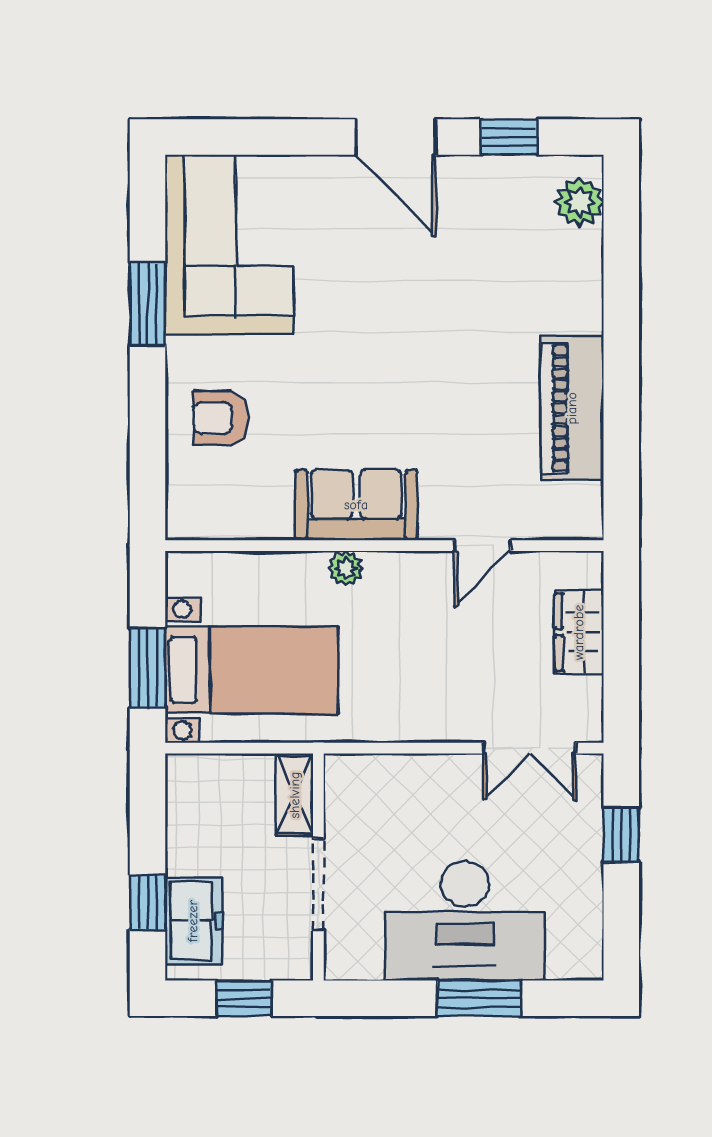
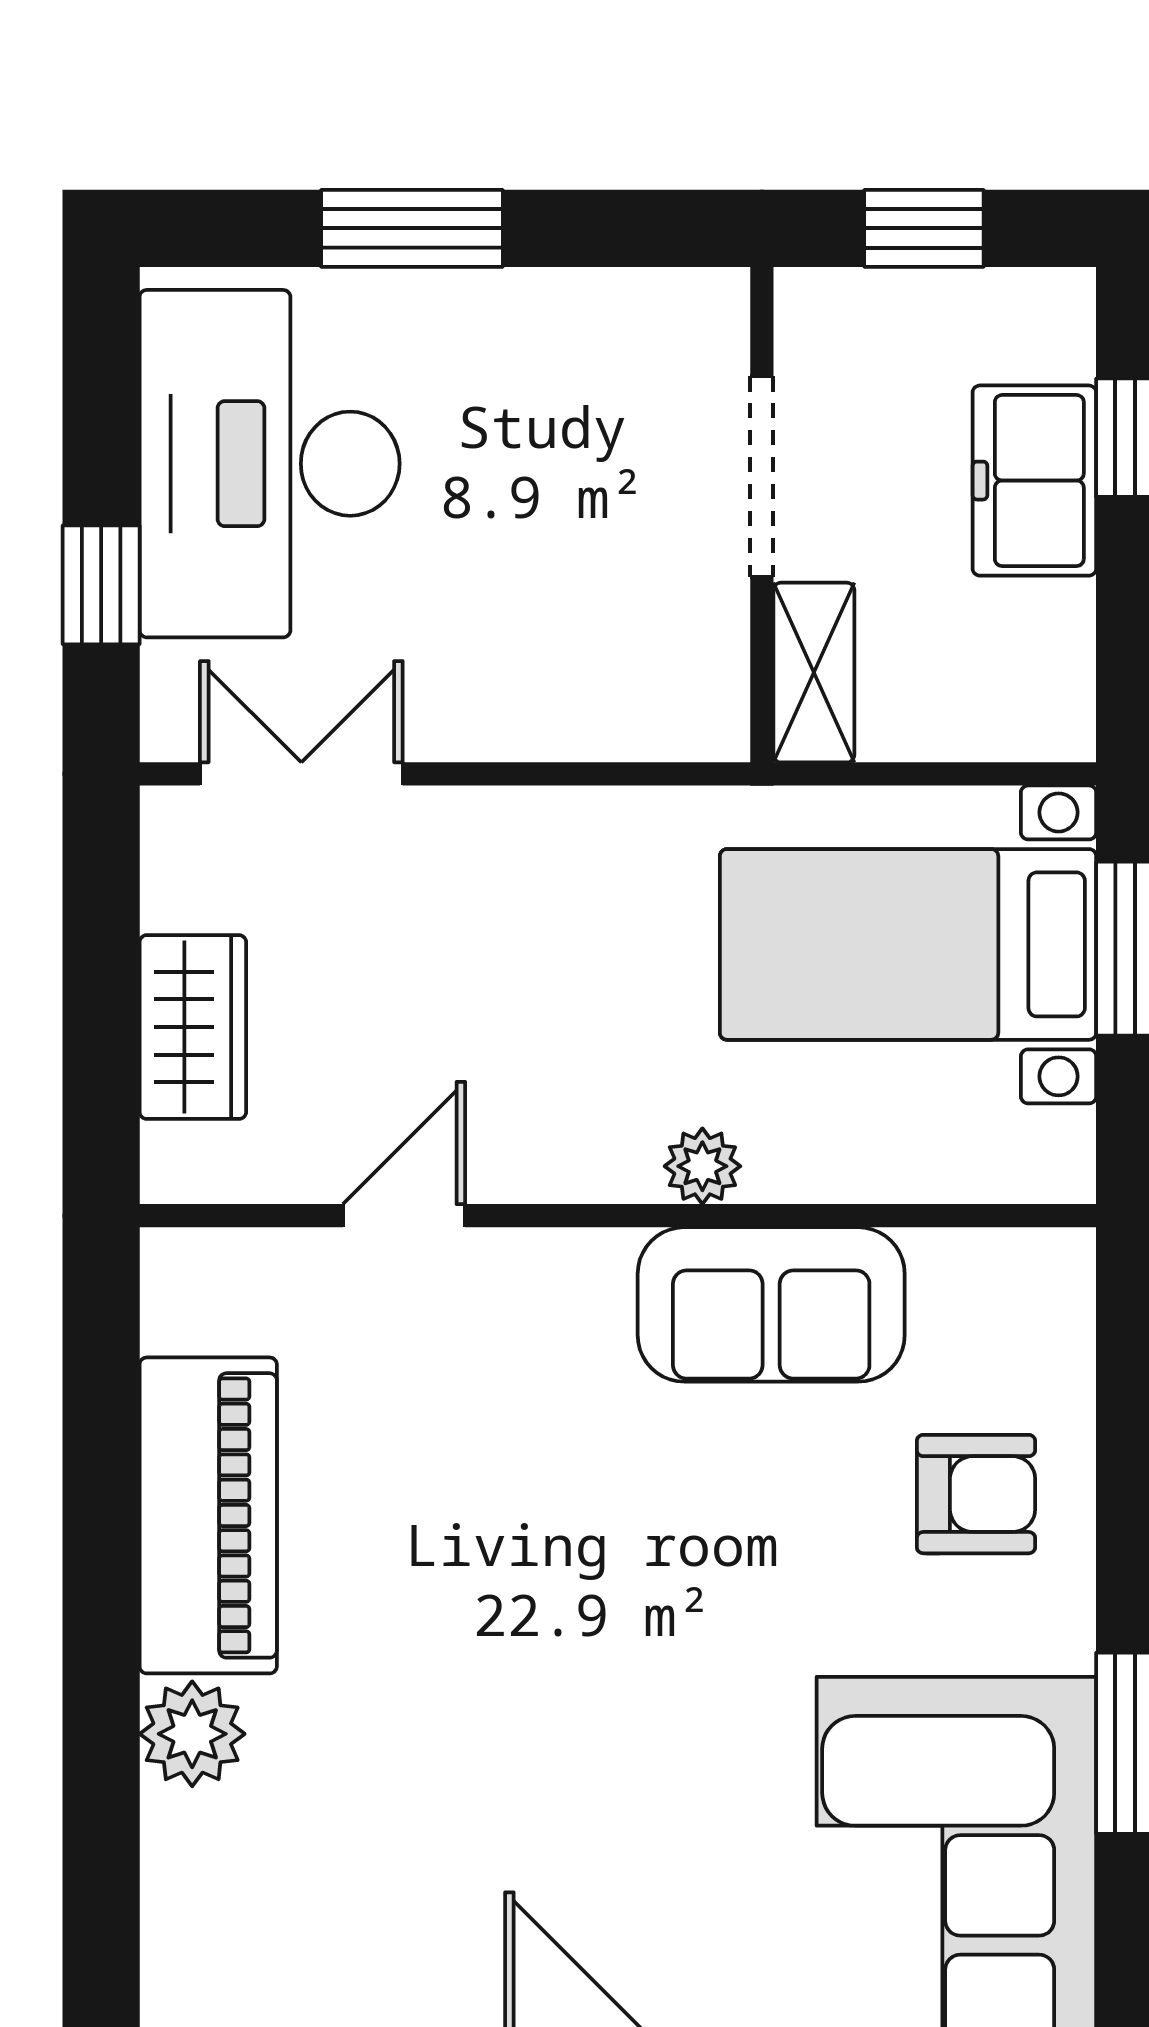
plant: (580, 202) -> (192, 1734), moved
sofa: (356, 505) -> (771, 1304), moved
freezer: (193, 921) -> (1034, 481), moved
desk: (465, 921) -> (270, 464), moved, turned -90

